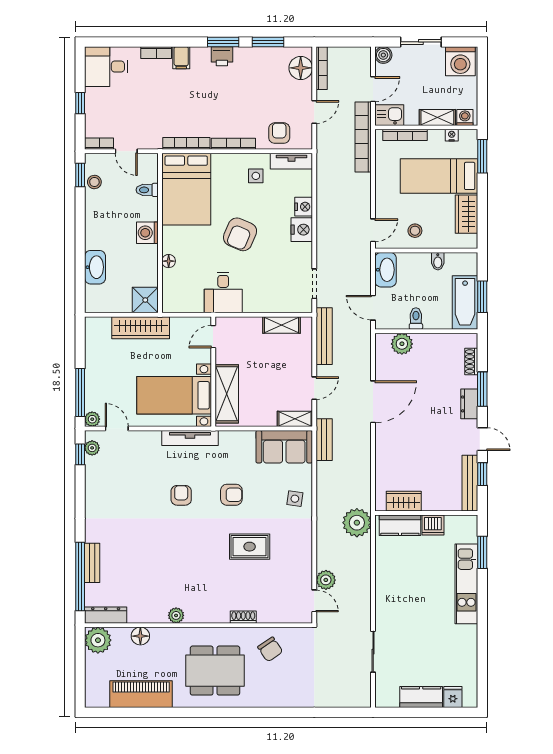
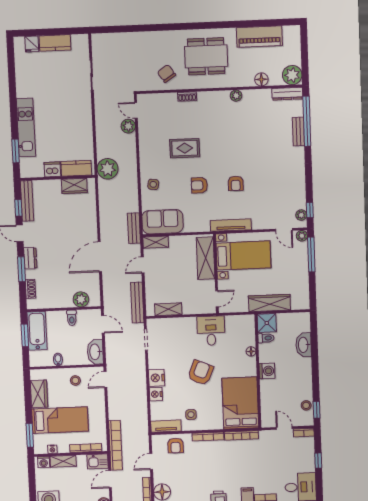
toilet: (147, 190) -> (266, 338), moved

